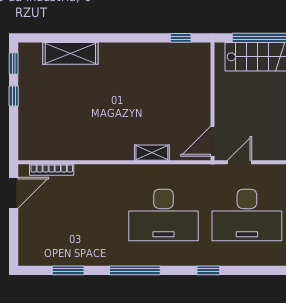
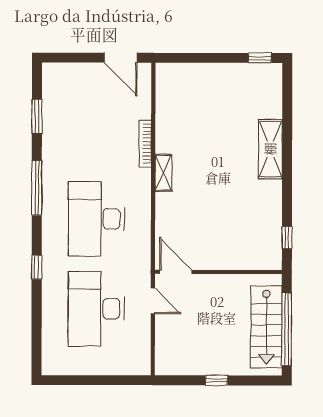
shelving: (70, 53) -> (270, 149), moved
window: (14, 96) -> (225, 58), removed
shelving: (152, 153) -> (163, 173), moved
bookcase: (52, 170) -> (145, 144), moved

